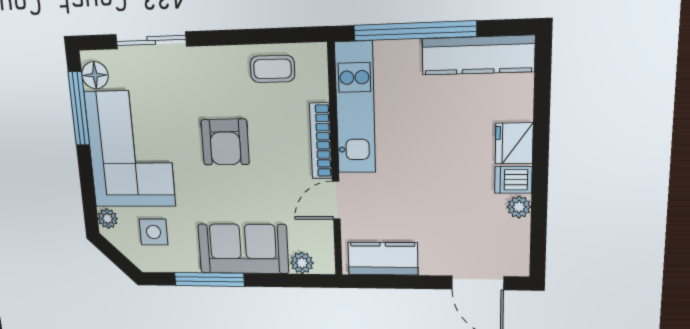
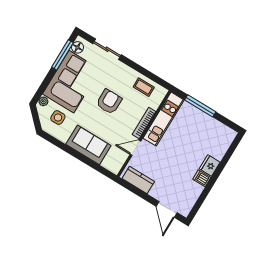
window: (415, 31) -> (200, 106), width x0.68
kitchen counter: (478, 55) -> (216, 127), removed
armchair: (225, 142) -> (109, 102), turned 180
plant: (519, 207) -> (198, 189), removed
plant: (302, 263) -> (107, 164), removed
window: (209, 279) -> (67, 149), removed

